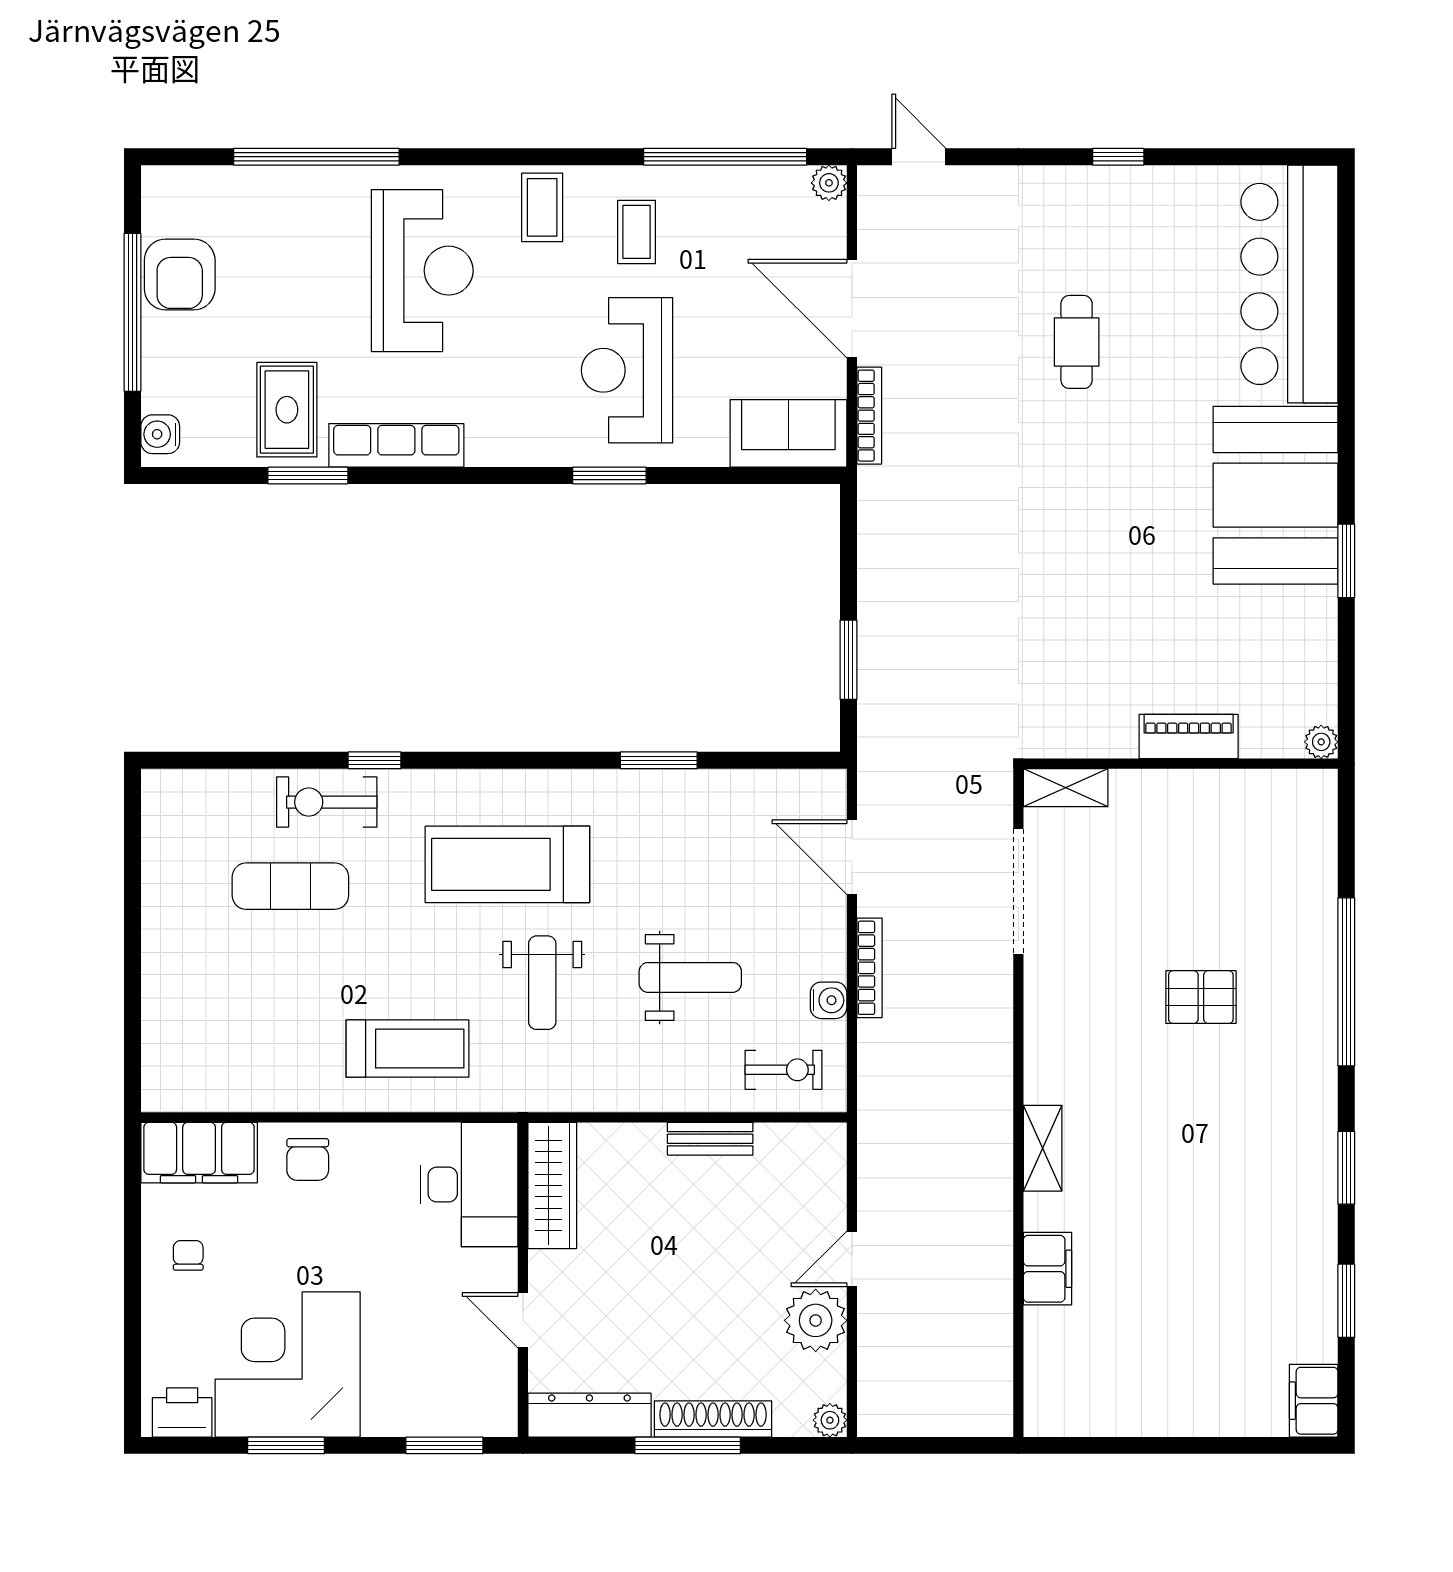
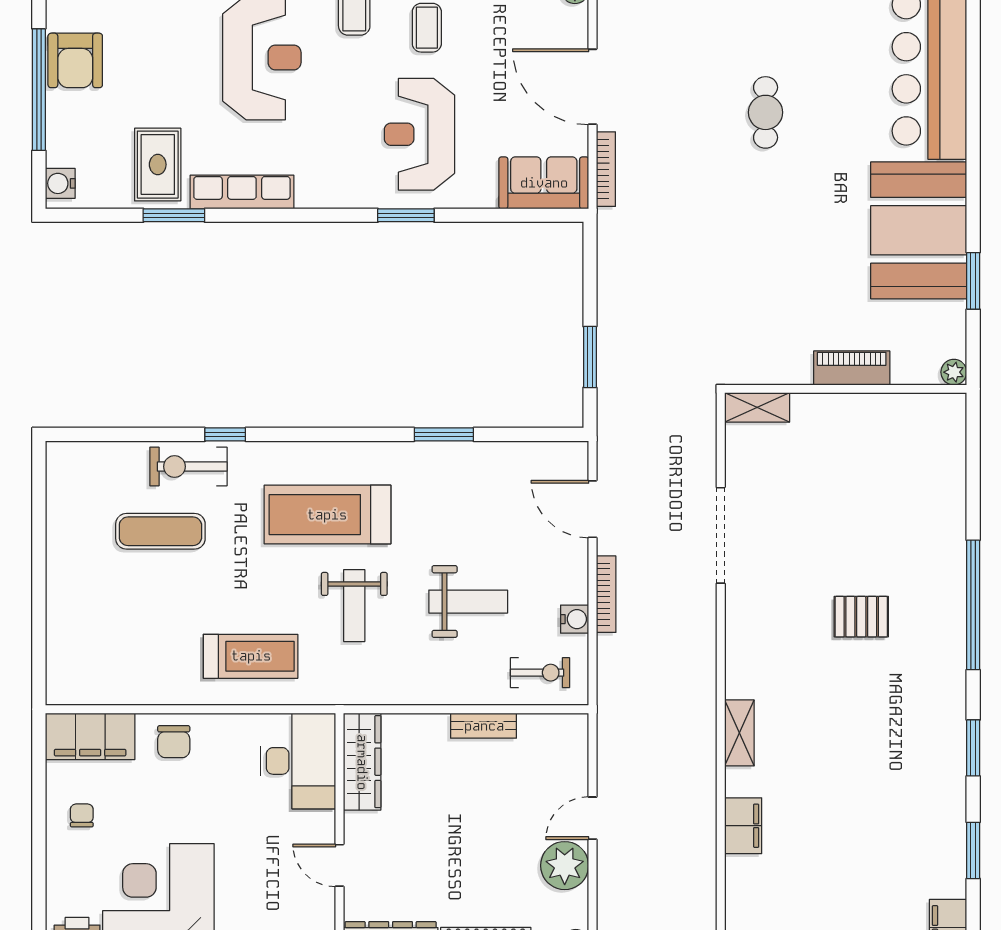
piano: (1189, 736) -> (852, 368), moved
plant: (1321, 742) -> (954, 372), moved
wall: (1181, 764) -> (846, 389), moved
shelving: (1066, 788) -> (757, 407), moved

